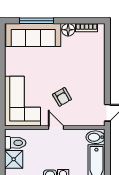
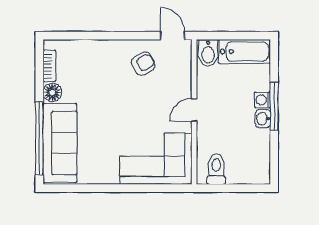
window: (37, 21) -> (39, 138), width x1.46
armchair: (62, 97) -> (143, 64), moved
shower: (14, 159) -> (240, 171), removed

